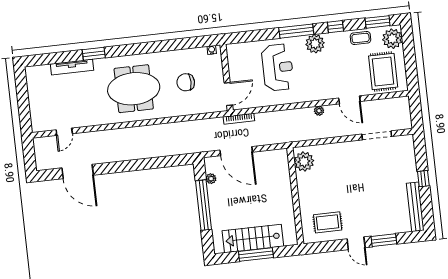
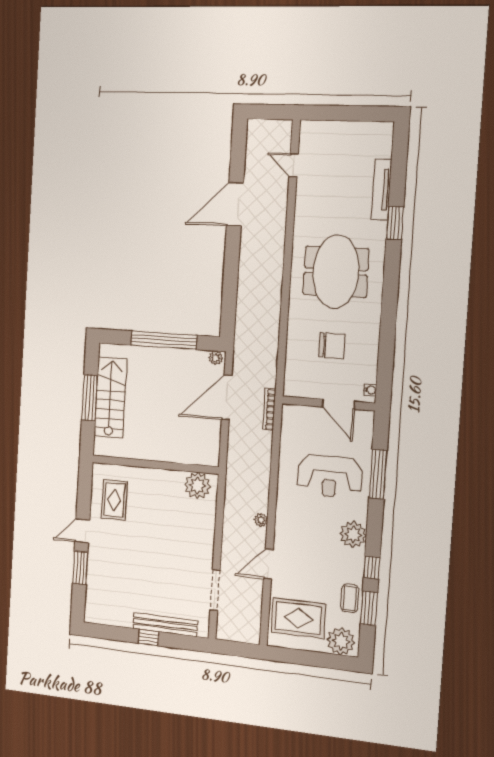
window: (378, 22) -> (369, 608), moved
window: (296, 31) -> (378, 474), moved
chair: (186, 82) -> (332, 346), turned 90
door: (228, 94) -> (338, 404), moved
door: (78, 171) -> (235, 204), moved
plant: (211, 179) -> (216, 358), moved
bench: (415, 207) -> (165, 625), moved

